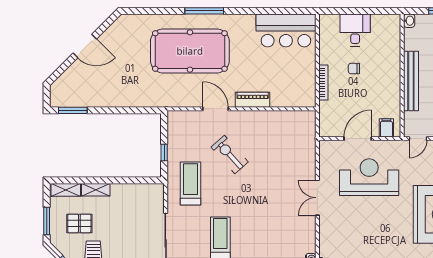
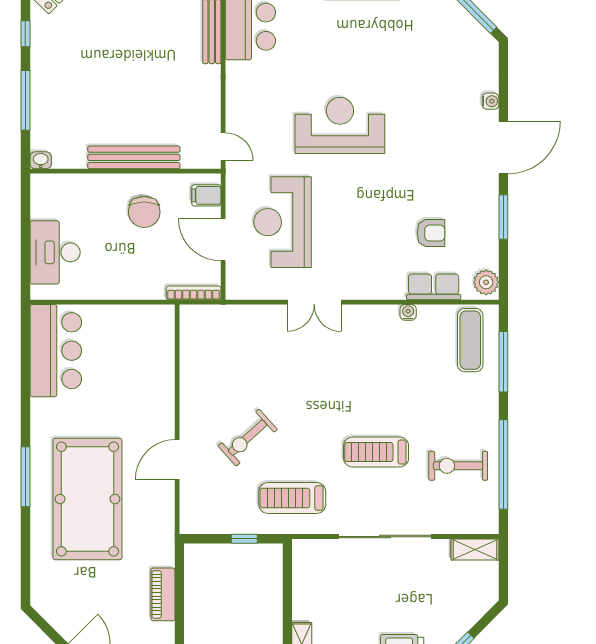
desk: (355, 30) -> (55, 252), width x1.37
chair: (354, 69) -> (144, 212), moved, width x1.87, depth x1.87
bookcase: (323, 82) -> (194, 293), moved
piano: (253, 100) -> (163, 594), moved

